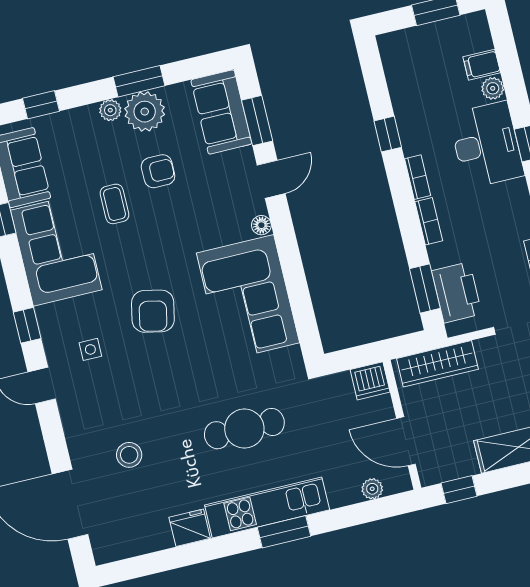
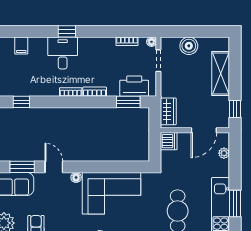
plant: (493, 88) -> (35, 43), removed
window: (388, 134) -> (21, 102), moved
desk: (486, 145) -> (63, 53), width x0.73
wardrobe: (437, 364) -> (168, 111), width x0.67

